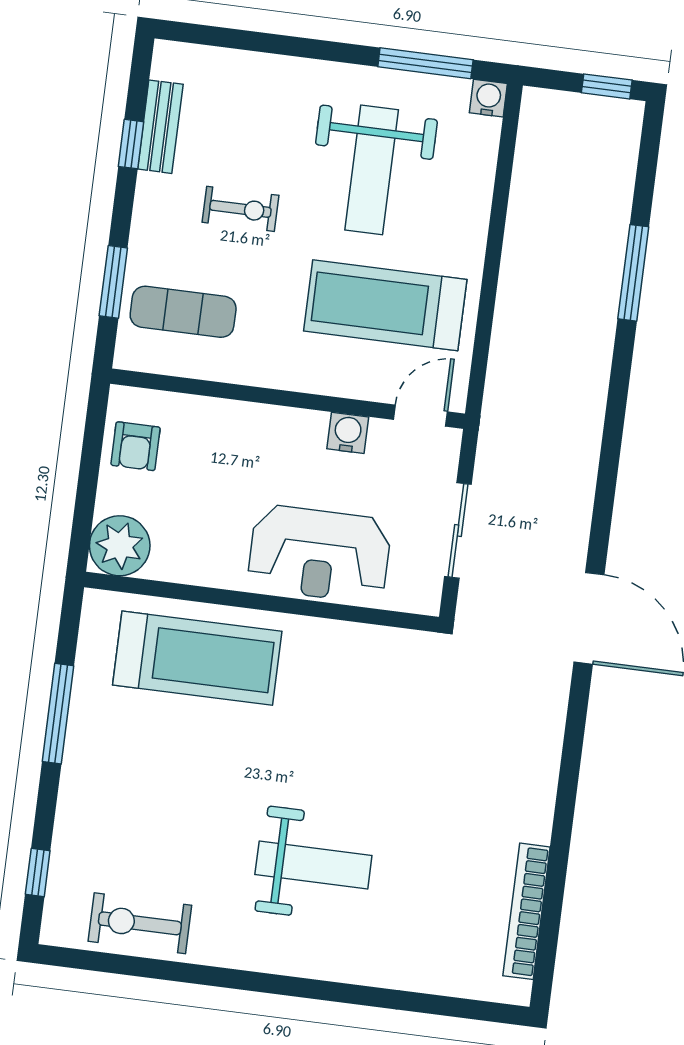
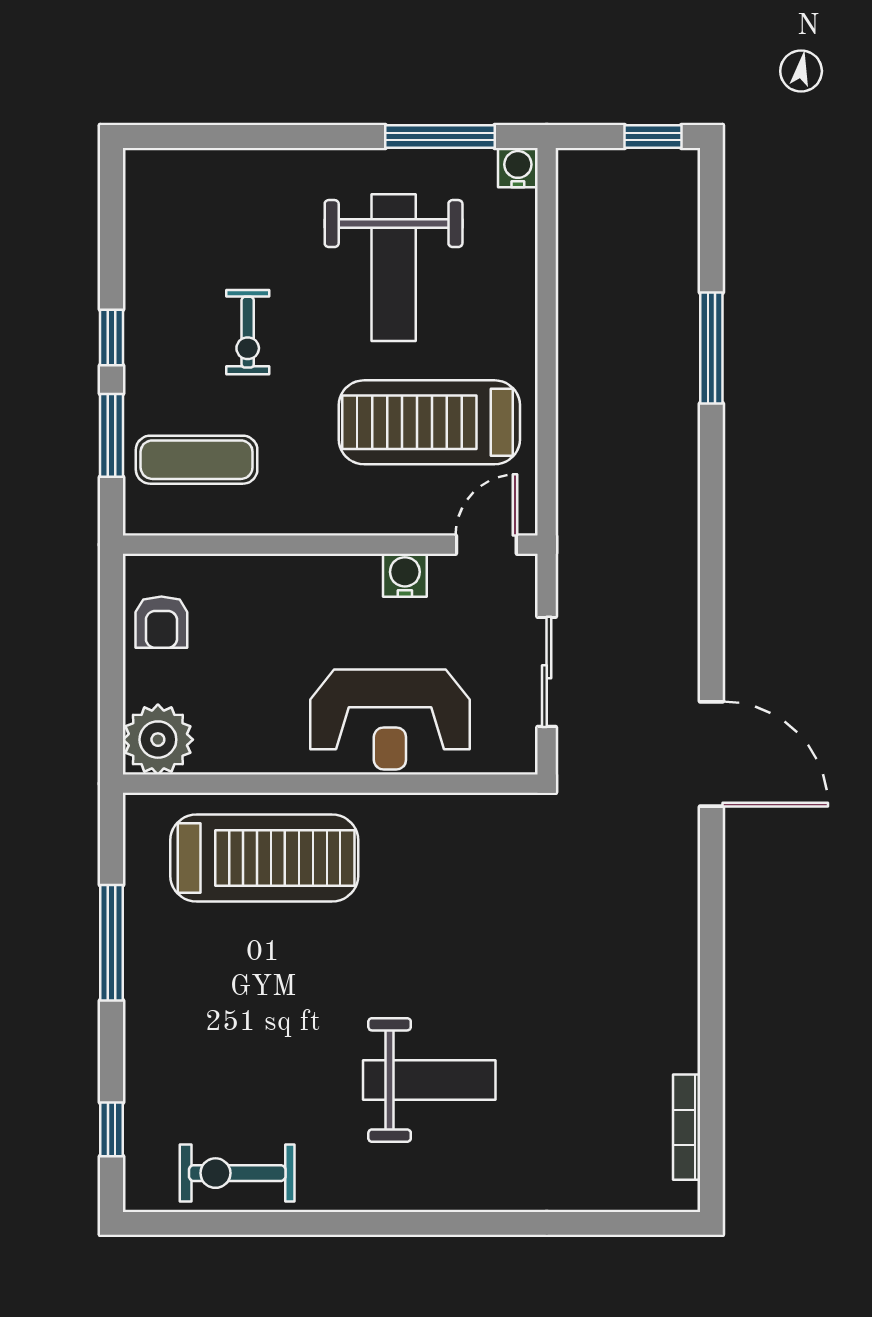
bench: (160, 127) -> (143, 249), removed
window: (131, 144) -> (112, 338), moved
exercise bike: (240, 209) -> (248, 332), turned 90
bookcase: (526, 911) -> (687, 1127), width x0.68, depth x0.76

